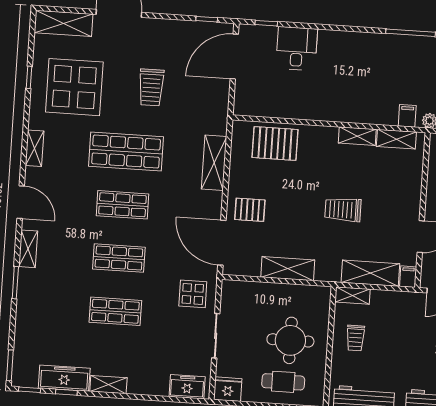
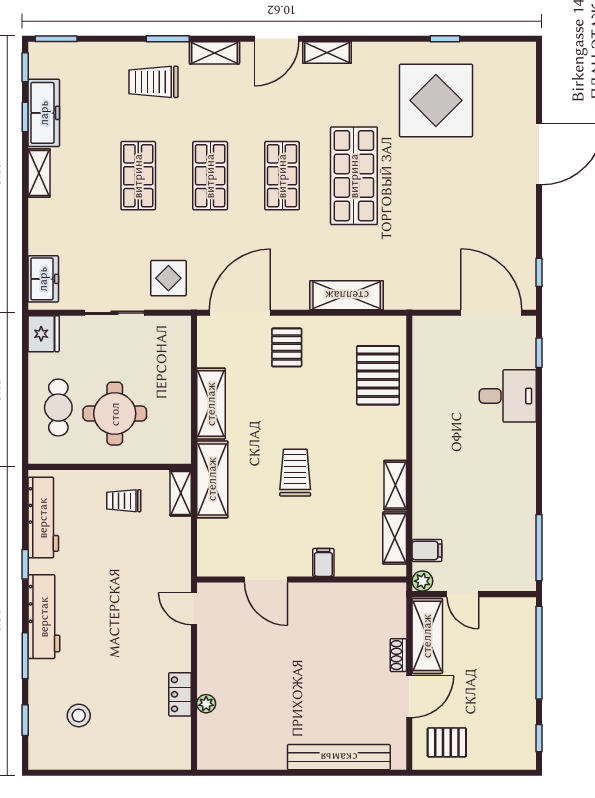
shelving: (64, 23) -> (521, 80), removed
trolley: (151, 87) -> (153, 82), moved
shelving: (35, 148) -> (327, 53), moved
shelving: (370, 273) -> (212, 479), moved
filing cabinet: (408, 277) -> (323, 562), moved, turned -90

